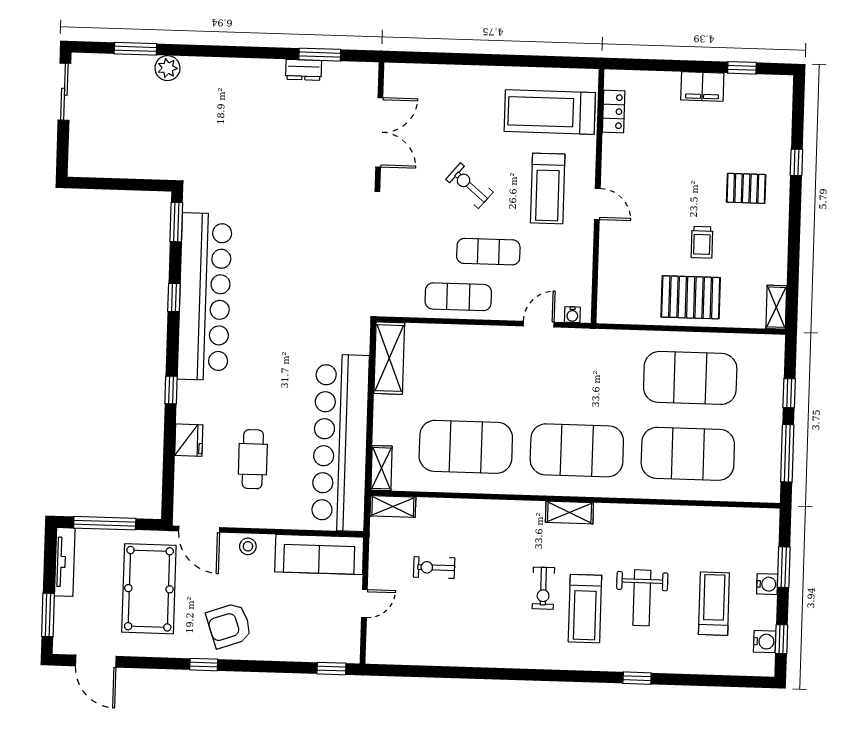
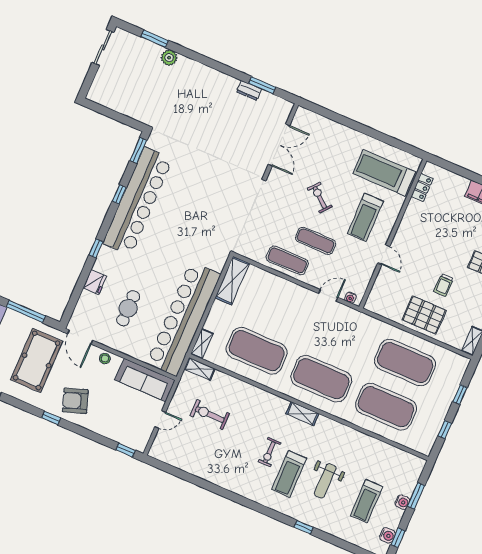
door: (597, 204) -> (384, 255), moved
window: (787, 453) -> (445, 430), width x0.46
exercise bike: (434, 568) -> (210, 415), width x1.38, depth x1.39
treadmill: (714, 604) -> (366, 501), turned 180

